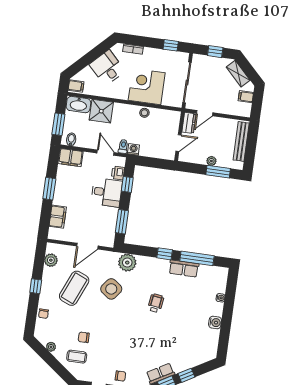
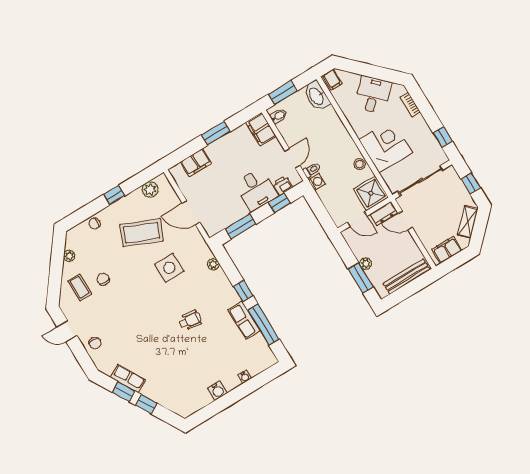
filing cabinet: (246, 97) -> (447, 250), width x2.00
shower: (101, 111) -> (371, 193), moved
plant: (127, 263) -> (213, 264), width x0.53, depth x0.53
side table: (111, 289) -> (169, 268), turned -37

